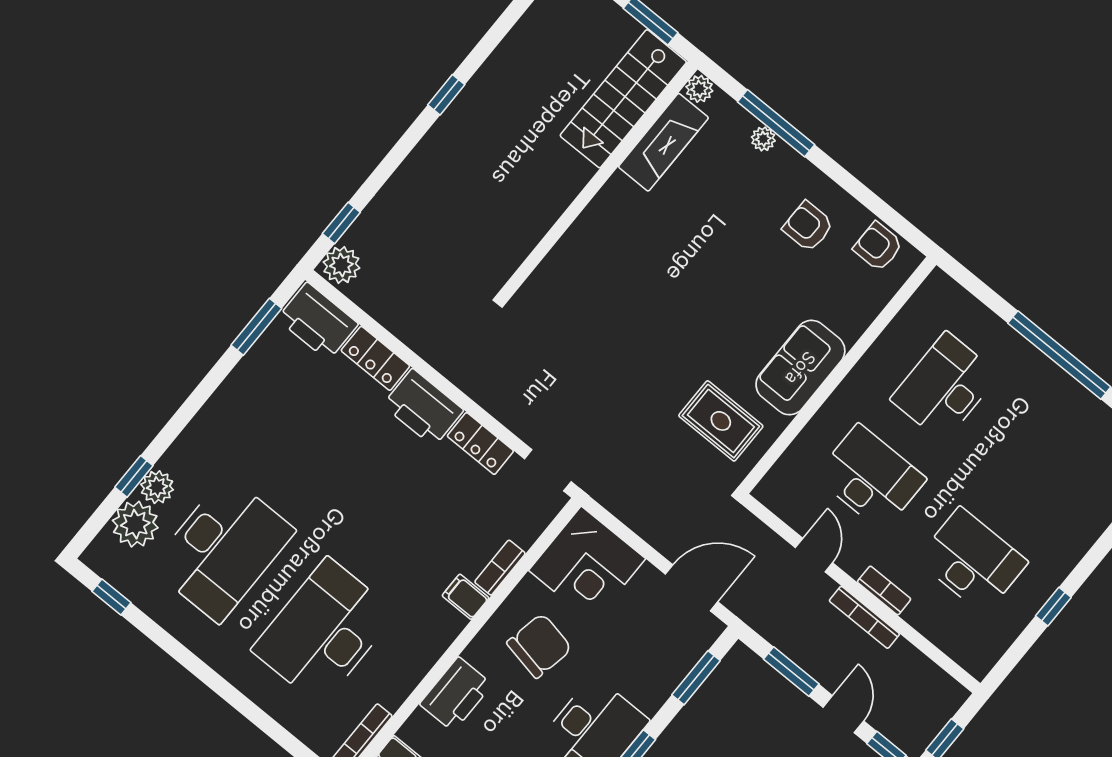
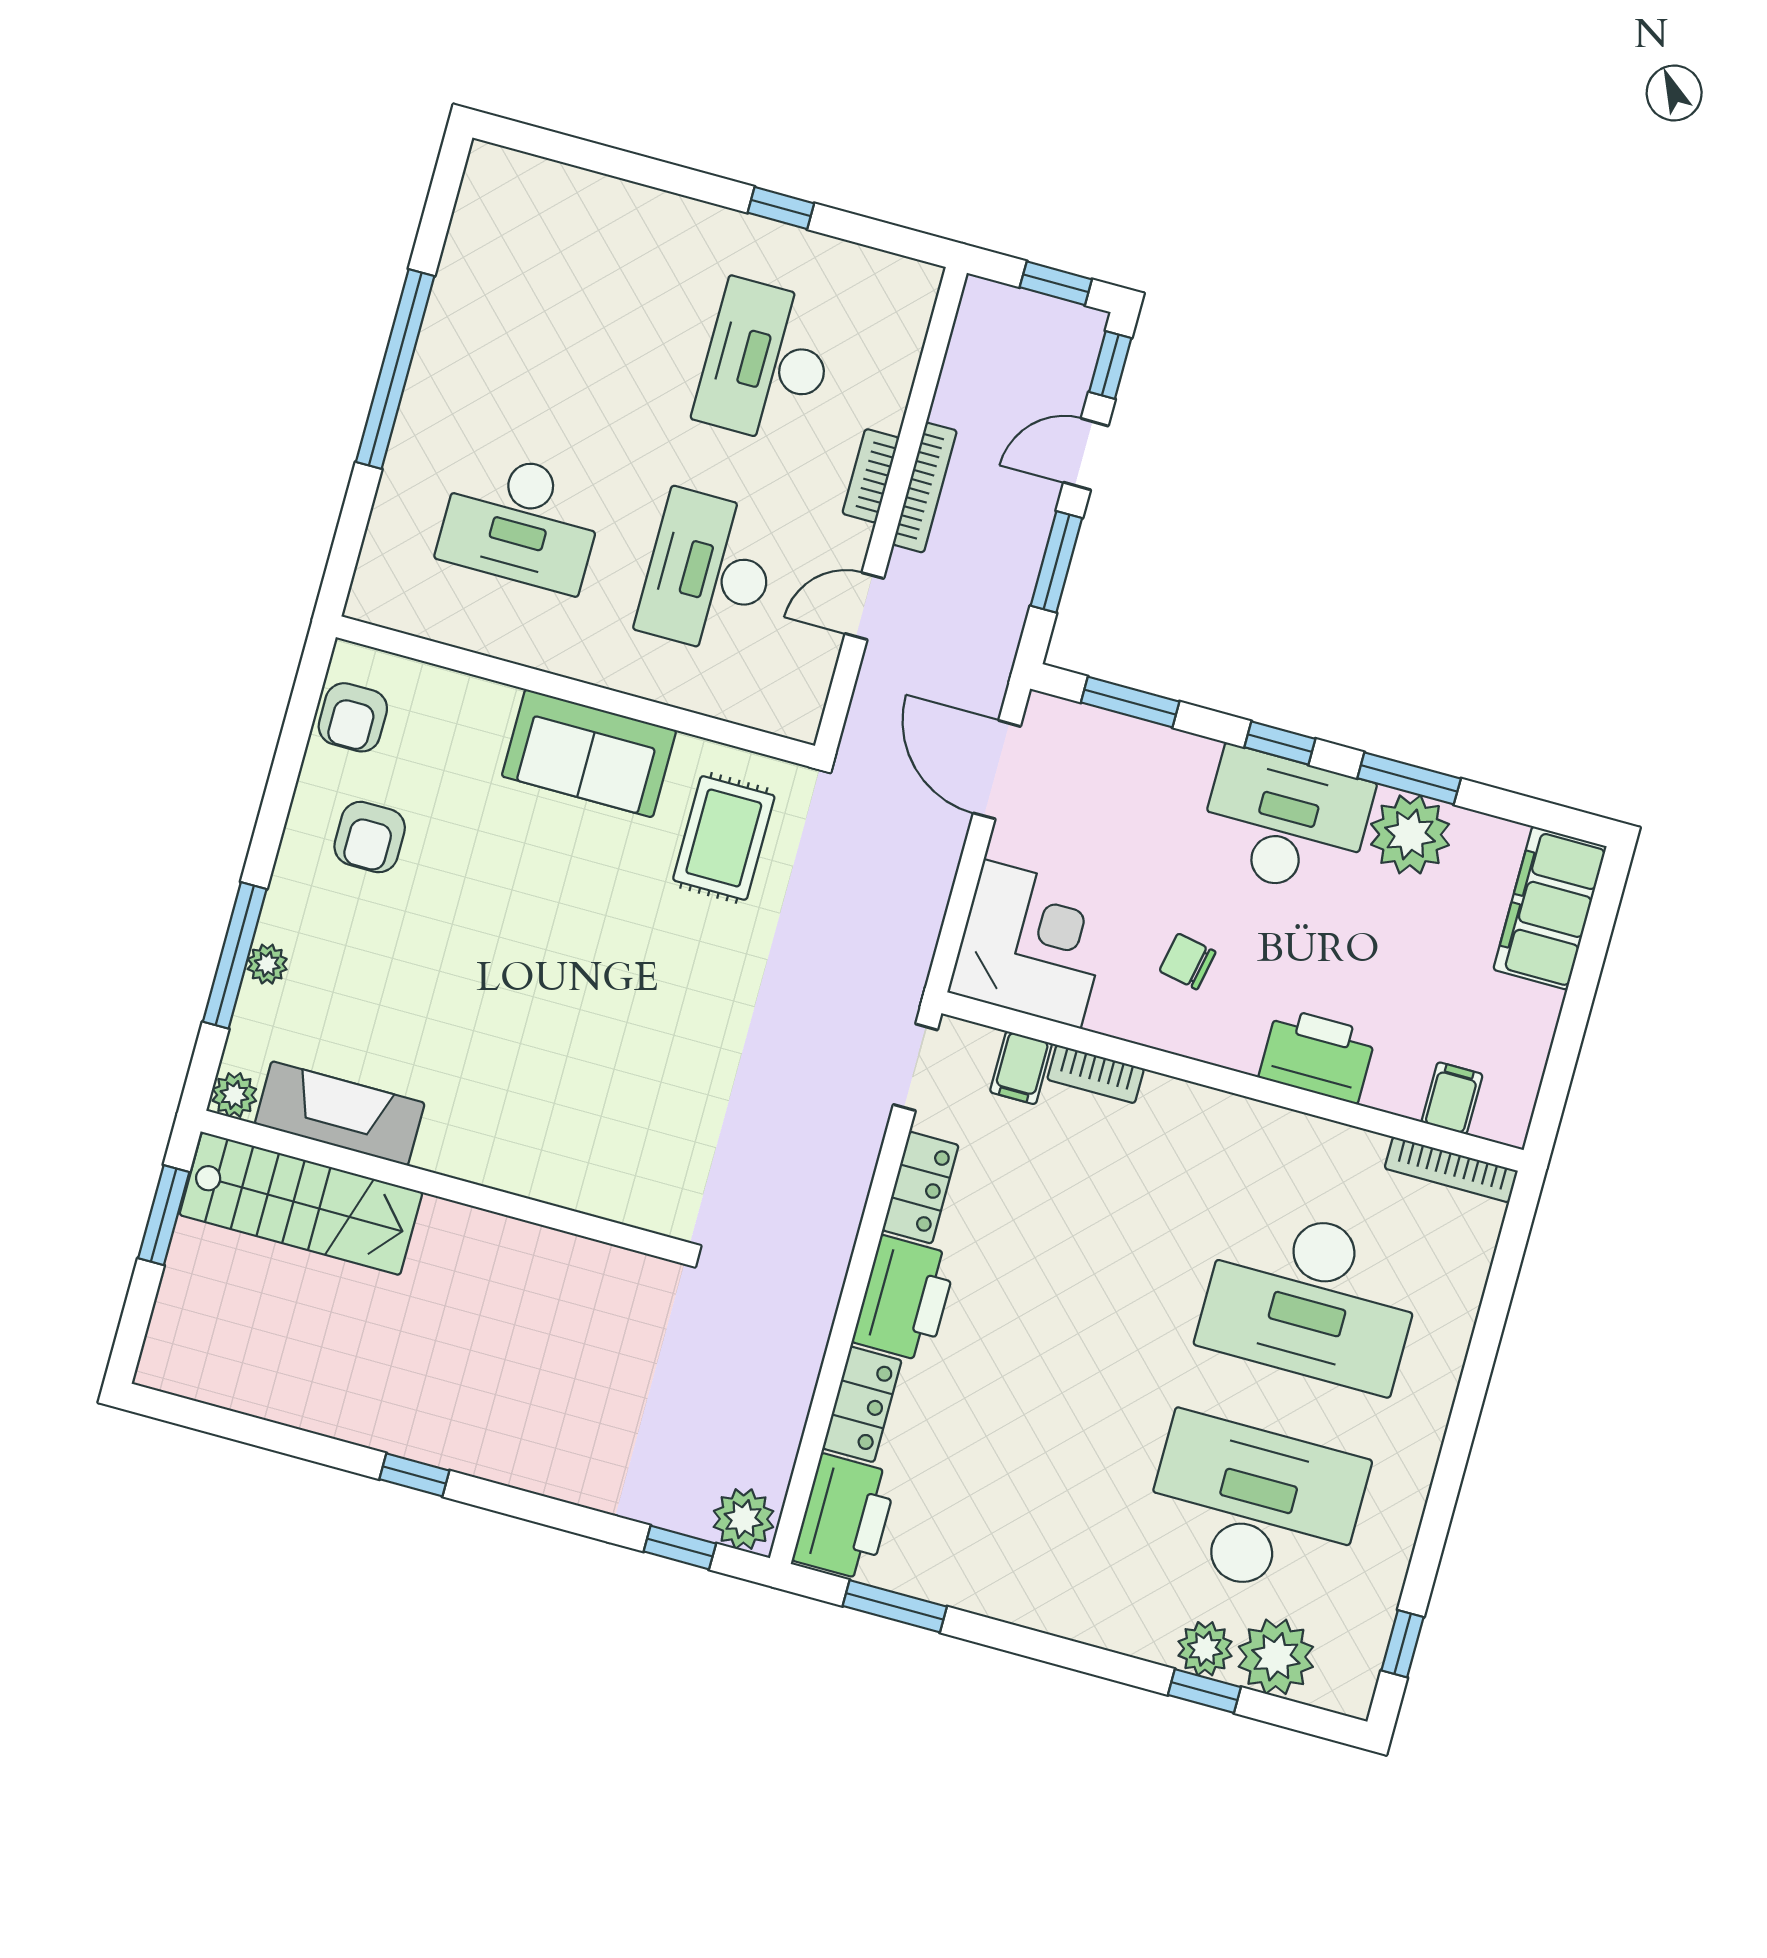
filing cabinet: (466, 597) -> (1021, 1068), moved
chair: (539, 646) -> (1188, 961), width x0.54, depth x0.54

